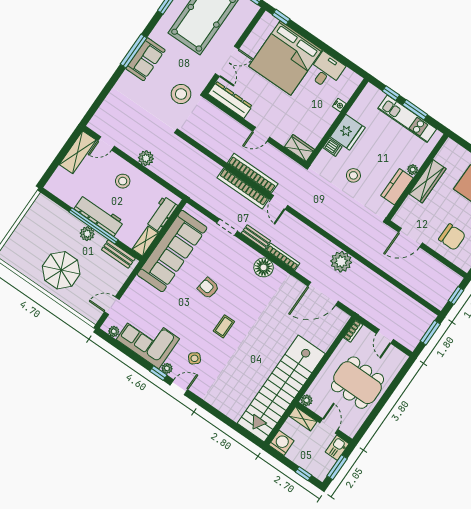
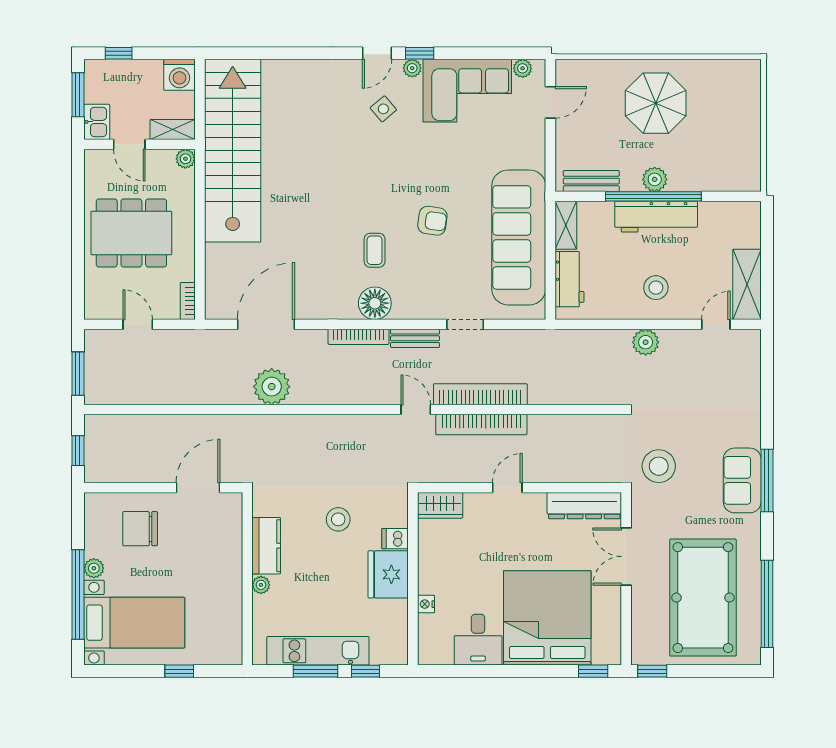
wardrobe: (427, 181) -> (229, 583), removed
coffee table: (224, 326) -> (375, 250), moved

